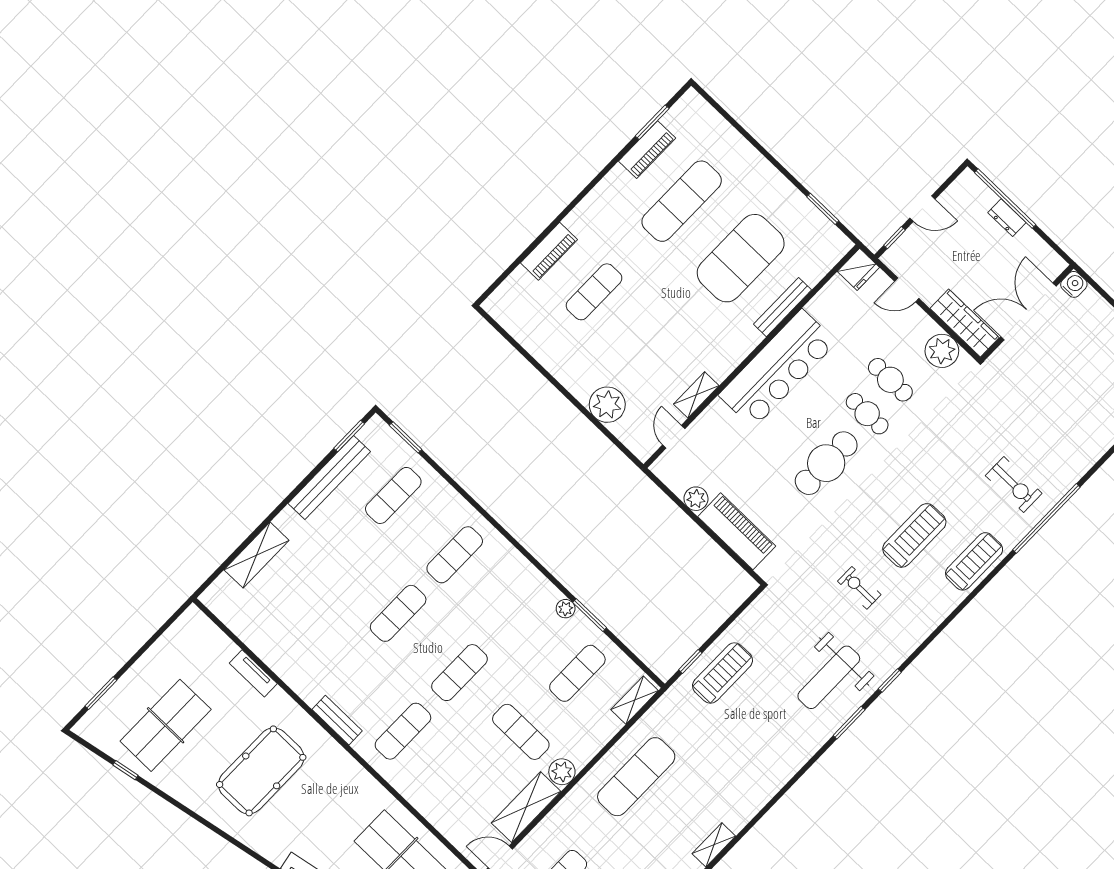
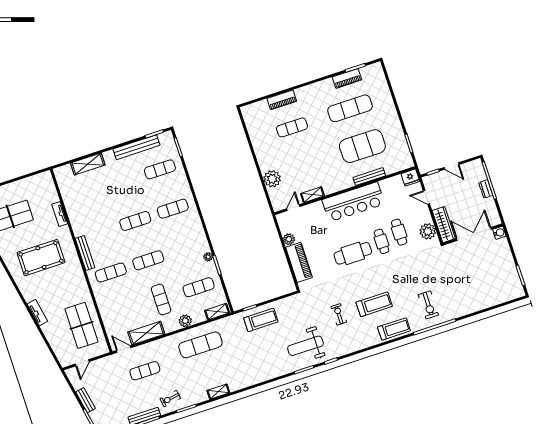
bench: (337, 720) -> (85, 253), width x1.36
plant: (562, 772) -> (185, 321), moved

